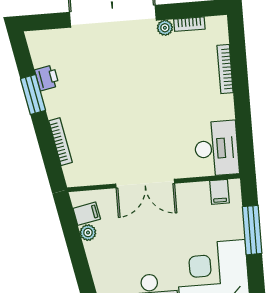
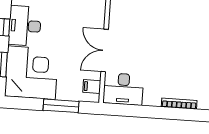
double door: (145, 184) -> (105, 51), moved

